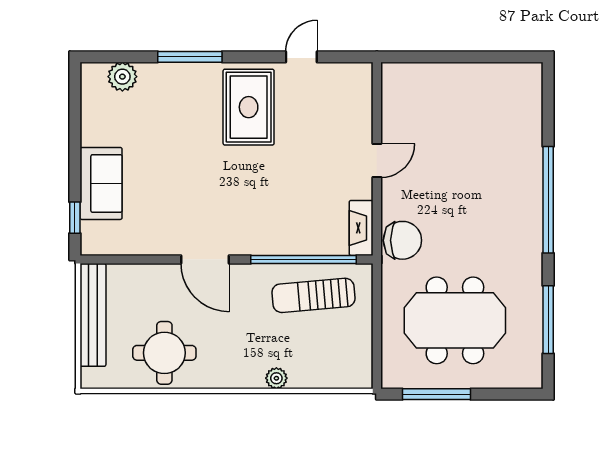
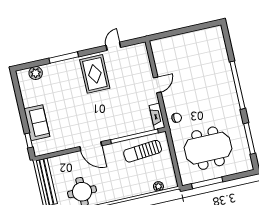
chair: (402, 240) -> (177, 118), width x0.54, depth x0.54
plant: (276, 378) -> (158, 186), moved

